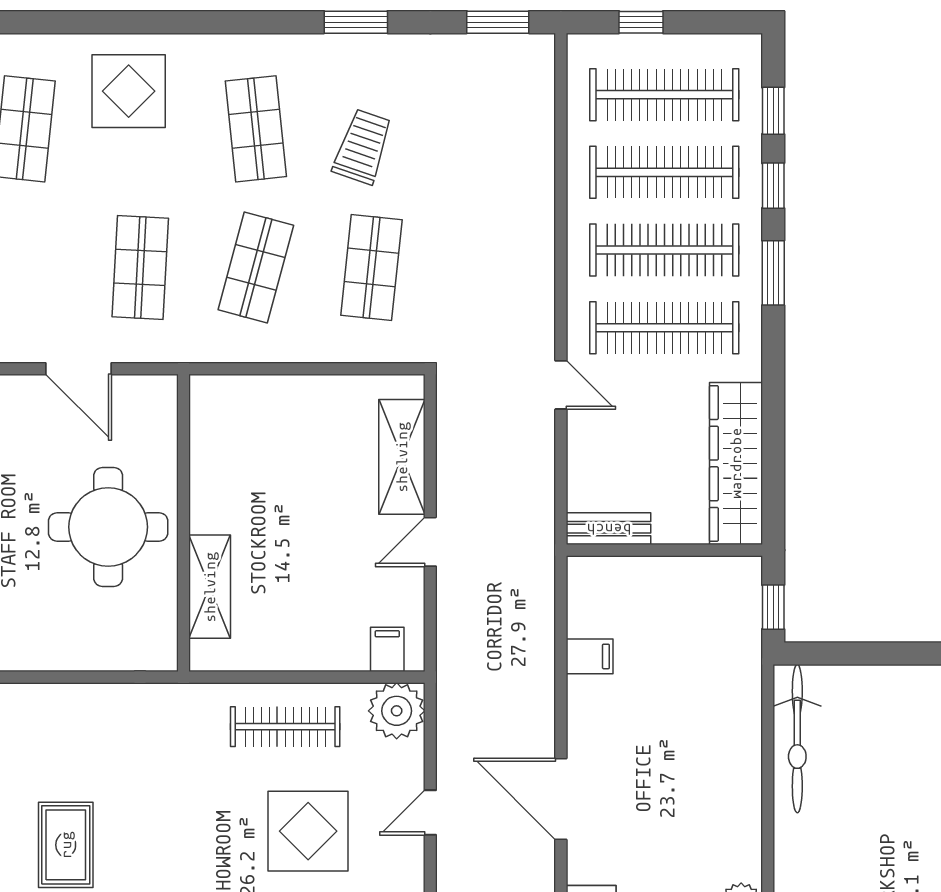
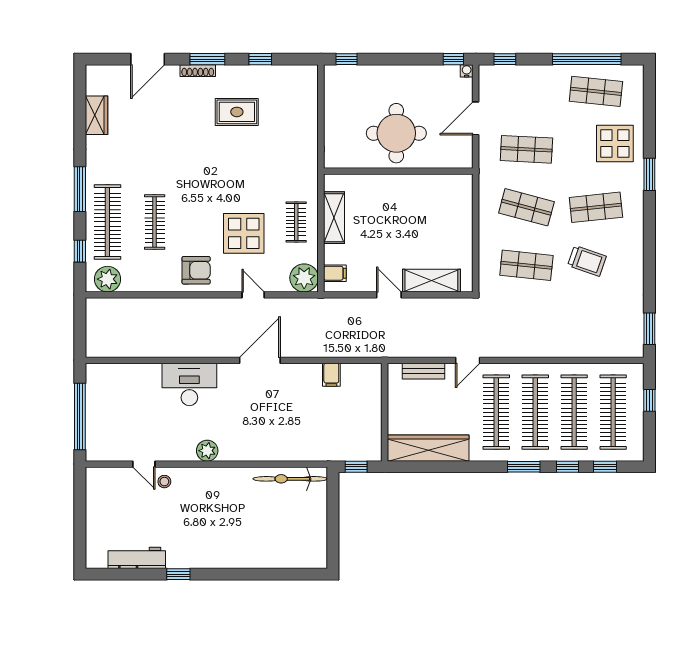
window: (356, 22) -> (649, 174), moved
bench: (609, 529) -> (424, 371), moved, turned 90
shelving: (210, 587) -> (334, 218), moved, turned 90
clothes rail: (285, 727) -> (296, 222), width x0.73

